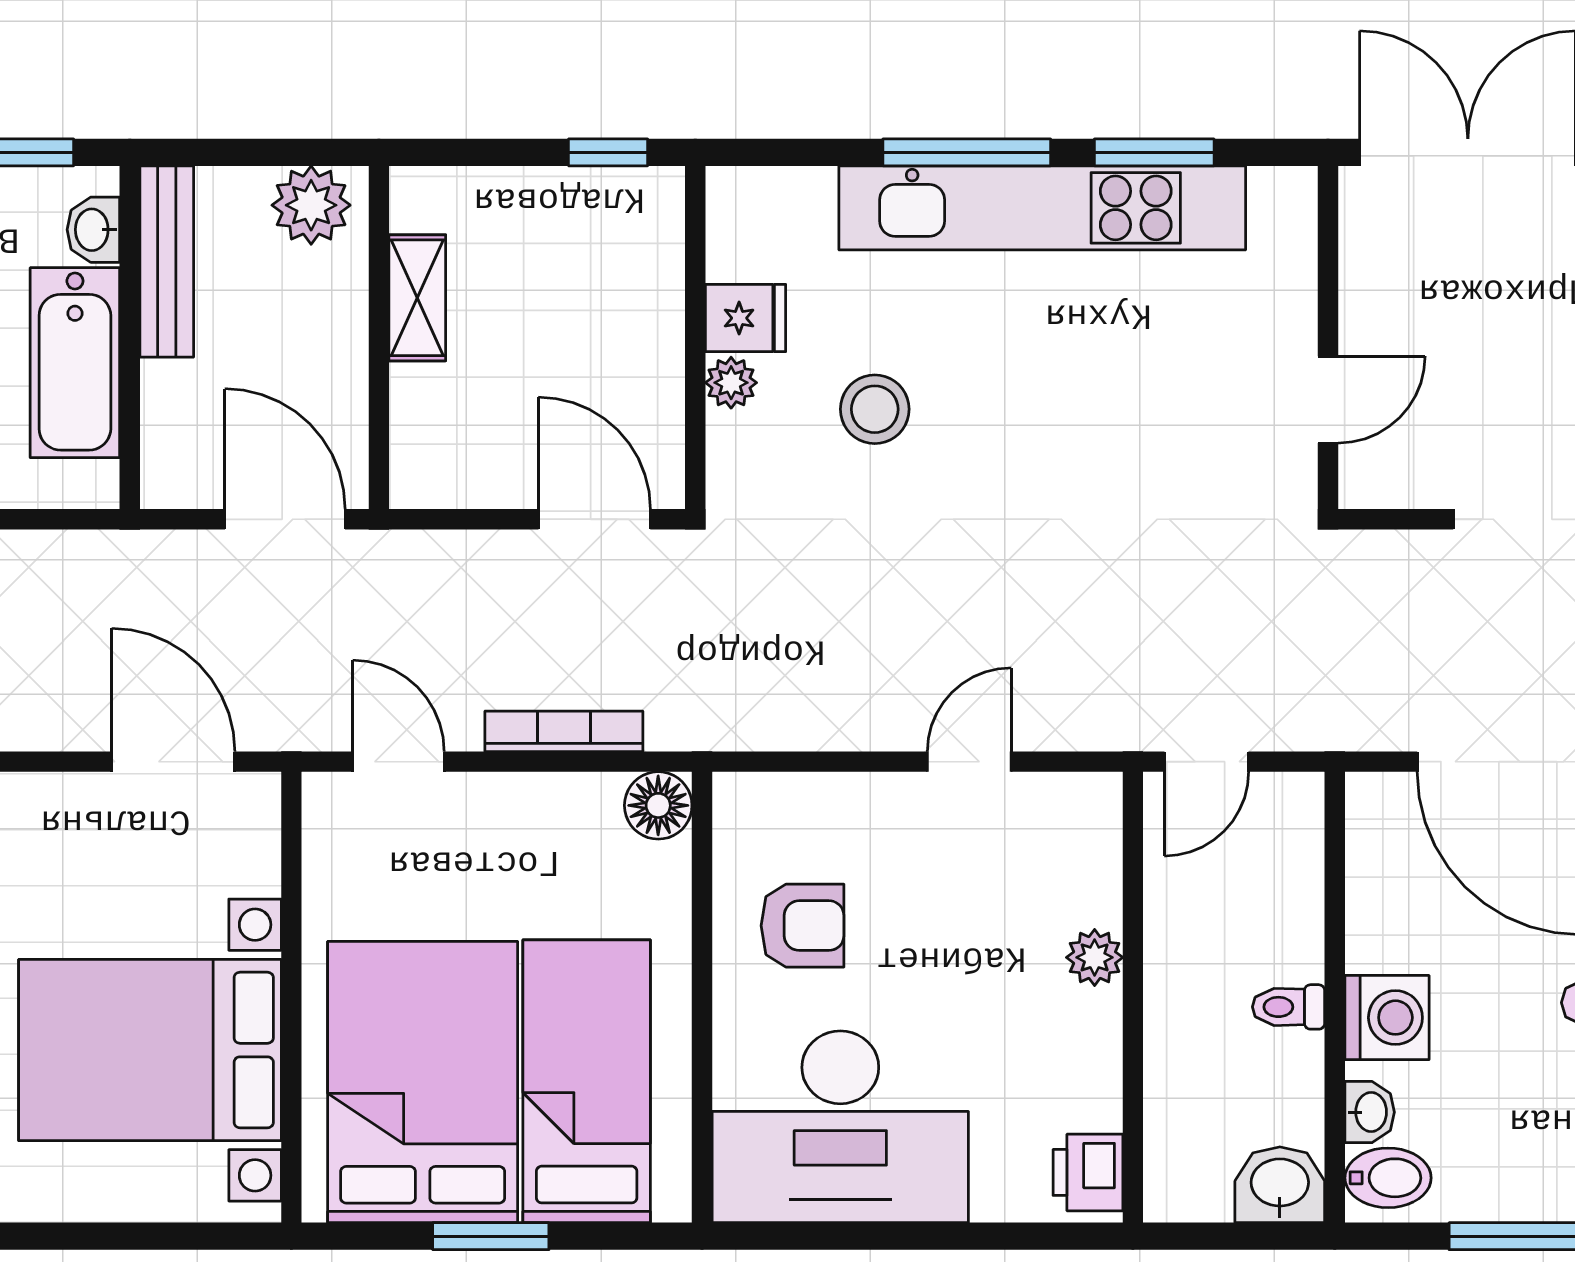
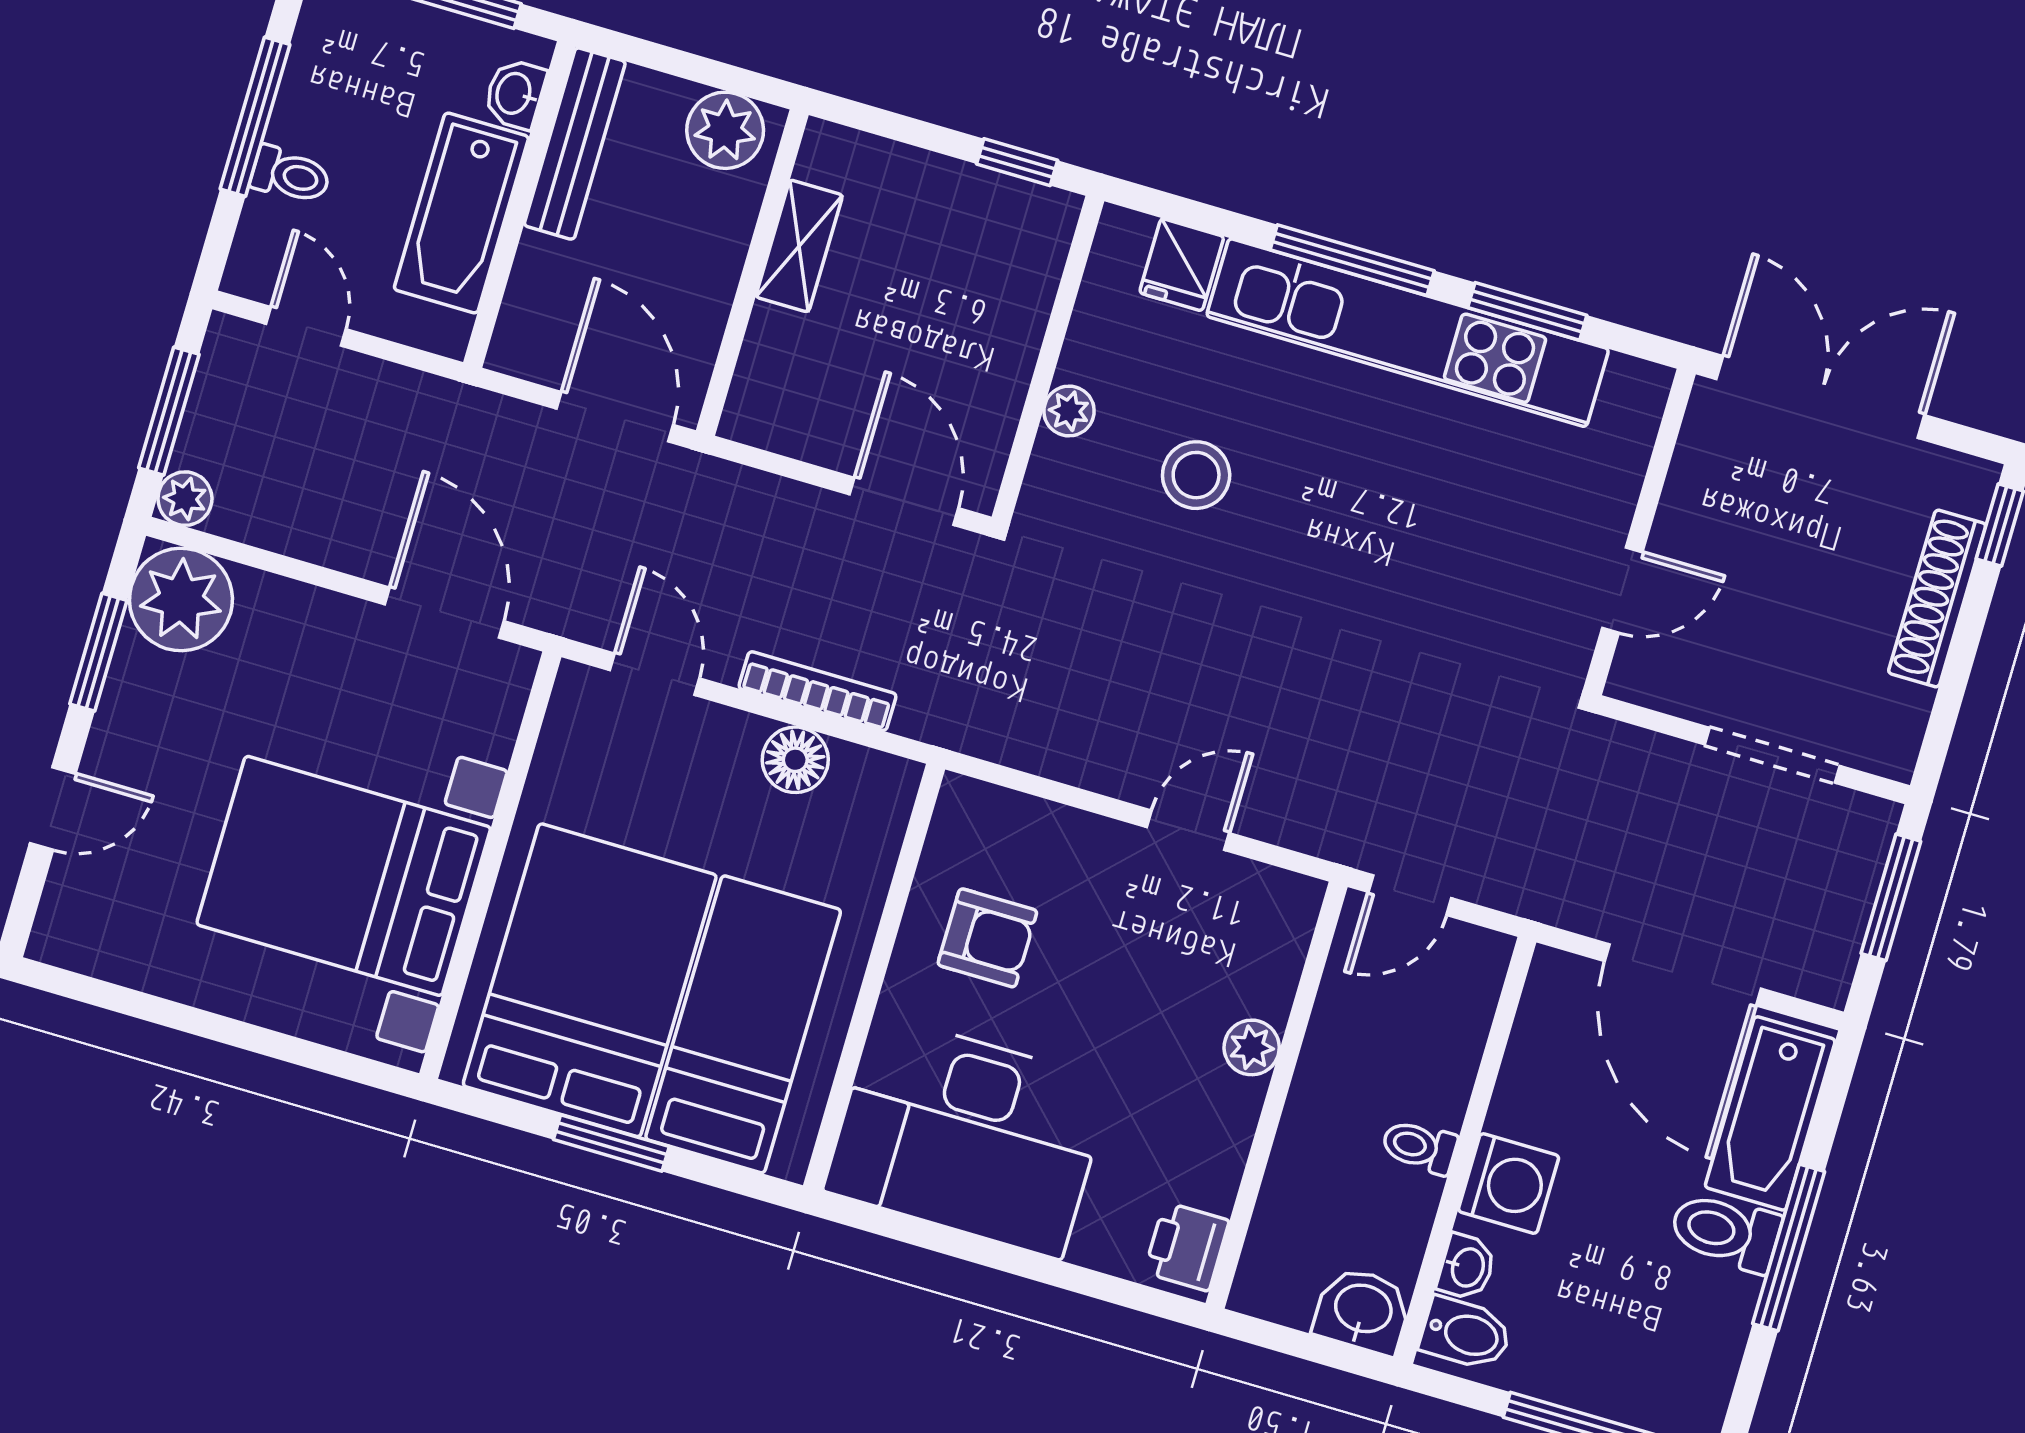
fridge: (746, 318) -> (1182, 265), moved, turned 90
floor lamp: (658, 805) -> (795, 760), moved

